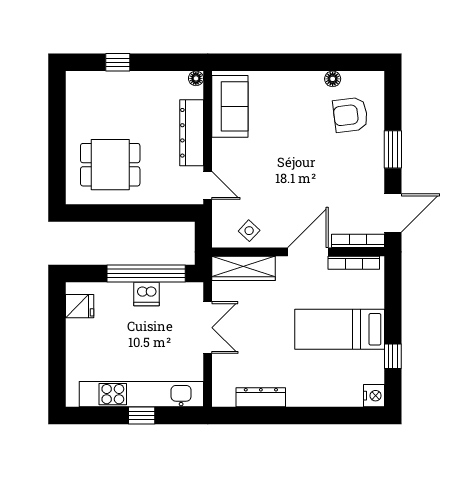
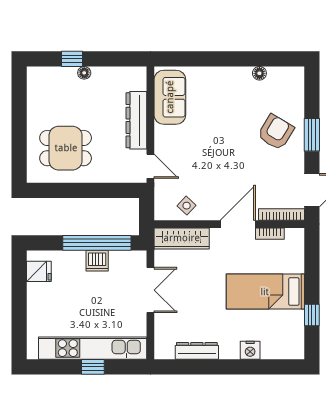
floor lamp: (196, 78) -> (84, 73), moved
armchair: (350, 115) -> (276, 132), moved, turned 128
bookcase: (354, 263) -> (270, 234), width x0.64
nightstand: (374, 396) -> (250, 350), moved, turned 90

